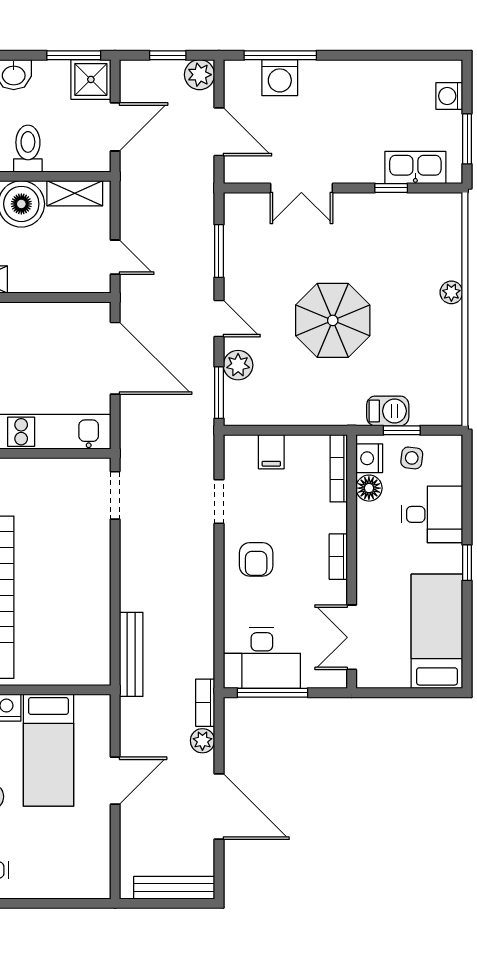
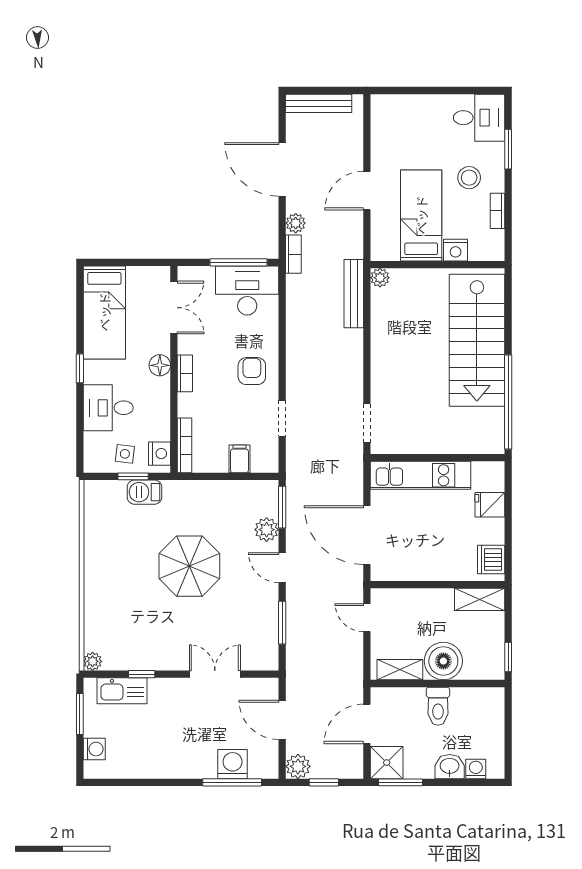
plant: (451, 292) -> (93, 661), moved
floor lamp: (369, 488) -> (160, 365), moved
plant: (99, 674) -> (380, 278), added

